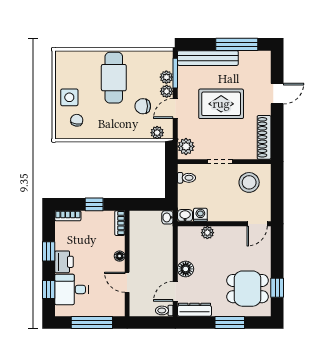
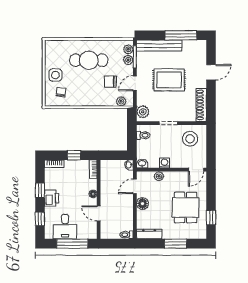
cafe table: (114, 78) -> (89, 60), turned 90
plant: (167, 91) -> (128, 49), moved
washing machine: (200, 215) -> (164, 163), moved
desk: (71, 289) -> (65, 227), moved, turned -90
dining table: (248, 289) -> (186, 208), moved, turned 90
door: (175, 291) -> (135, 186), moved

